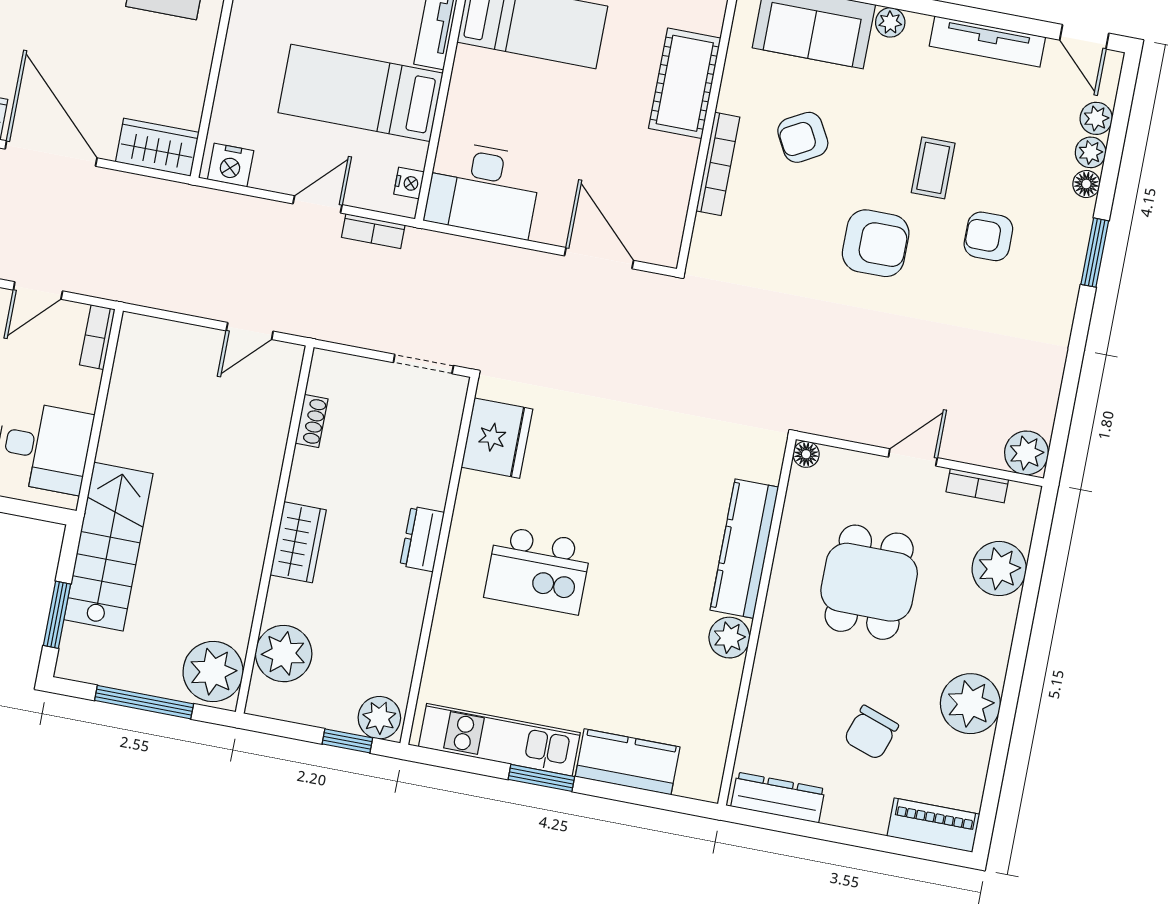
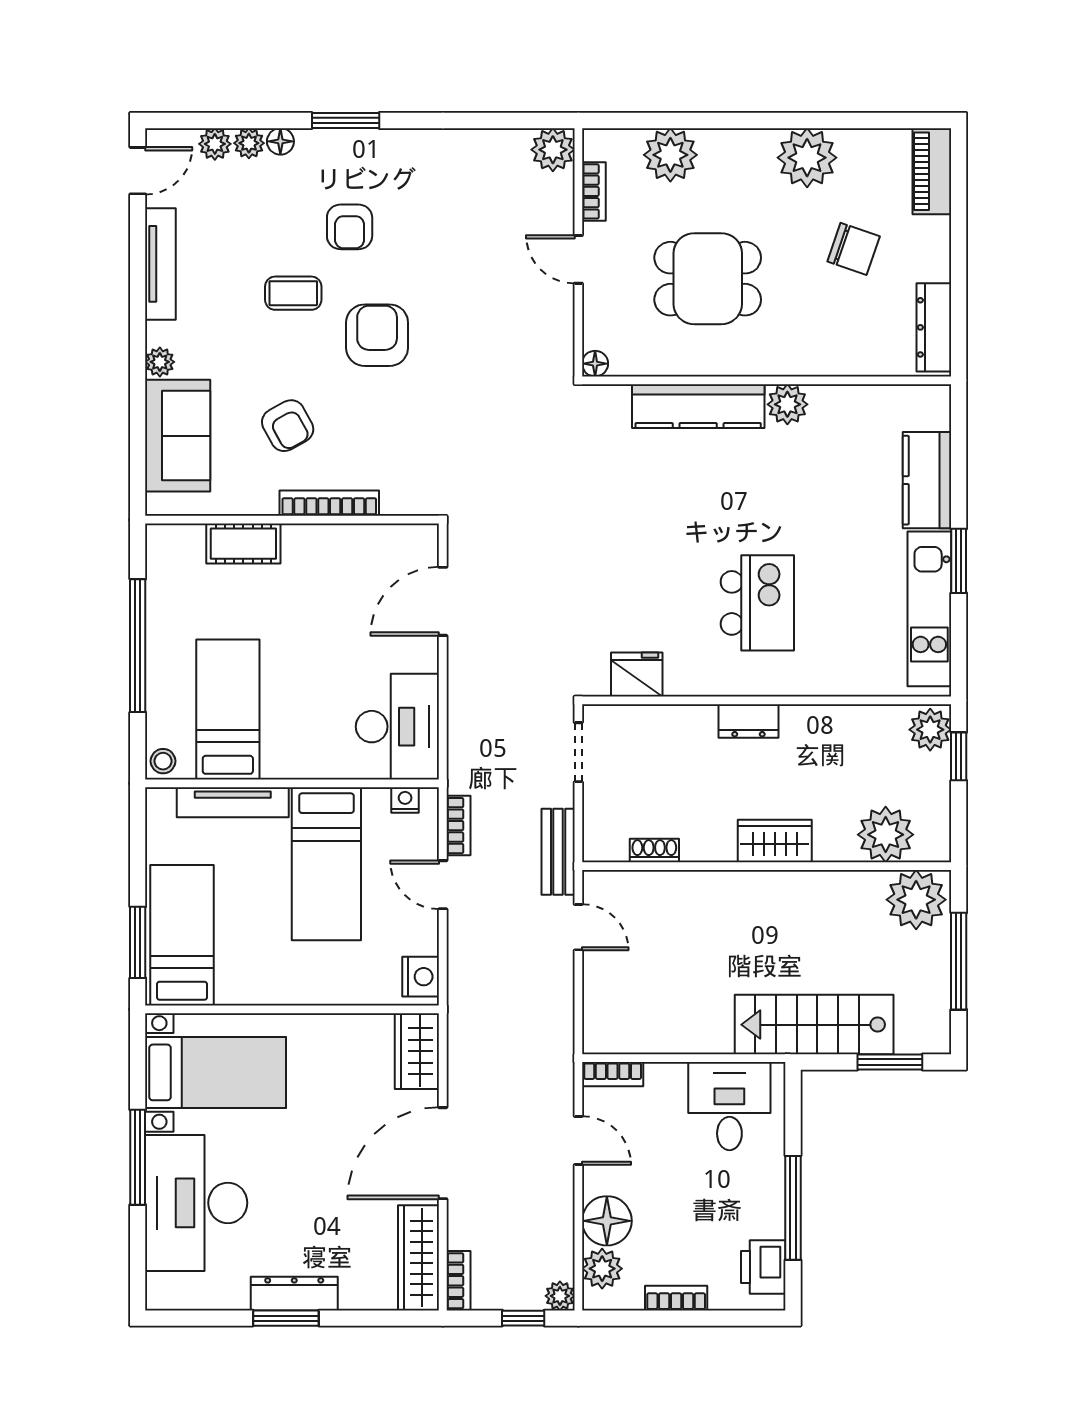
cot: (685, 83) -> (243, 544), width x0.73, depth x0.75
bench: (328, 325) -> (558, 852), added
fridge: (497, 438) -> (637, 675), width x0.73, depth x0.75

